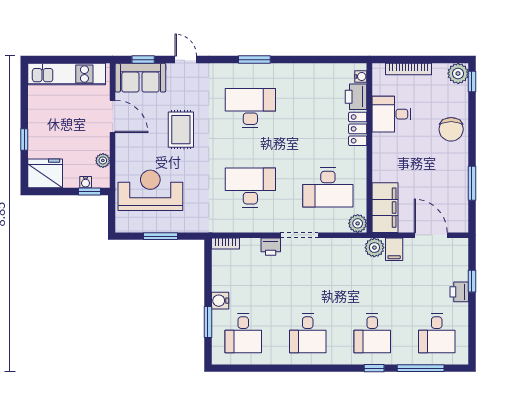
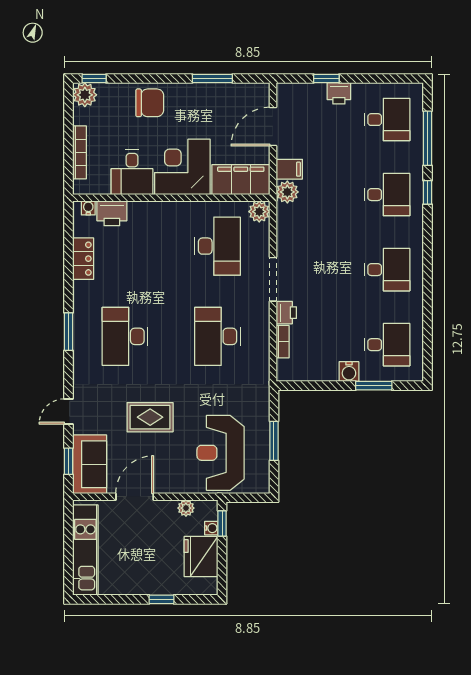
locker: (358, 129) -> (83, 259), moved, turned -90
corner desk: (396, 157) -> (182, 167), added
fridge: (45, 173) -> (201, 556), moved
bookcase: (226, 243) -> (283, 342), moved

